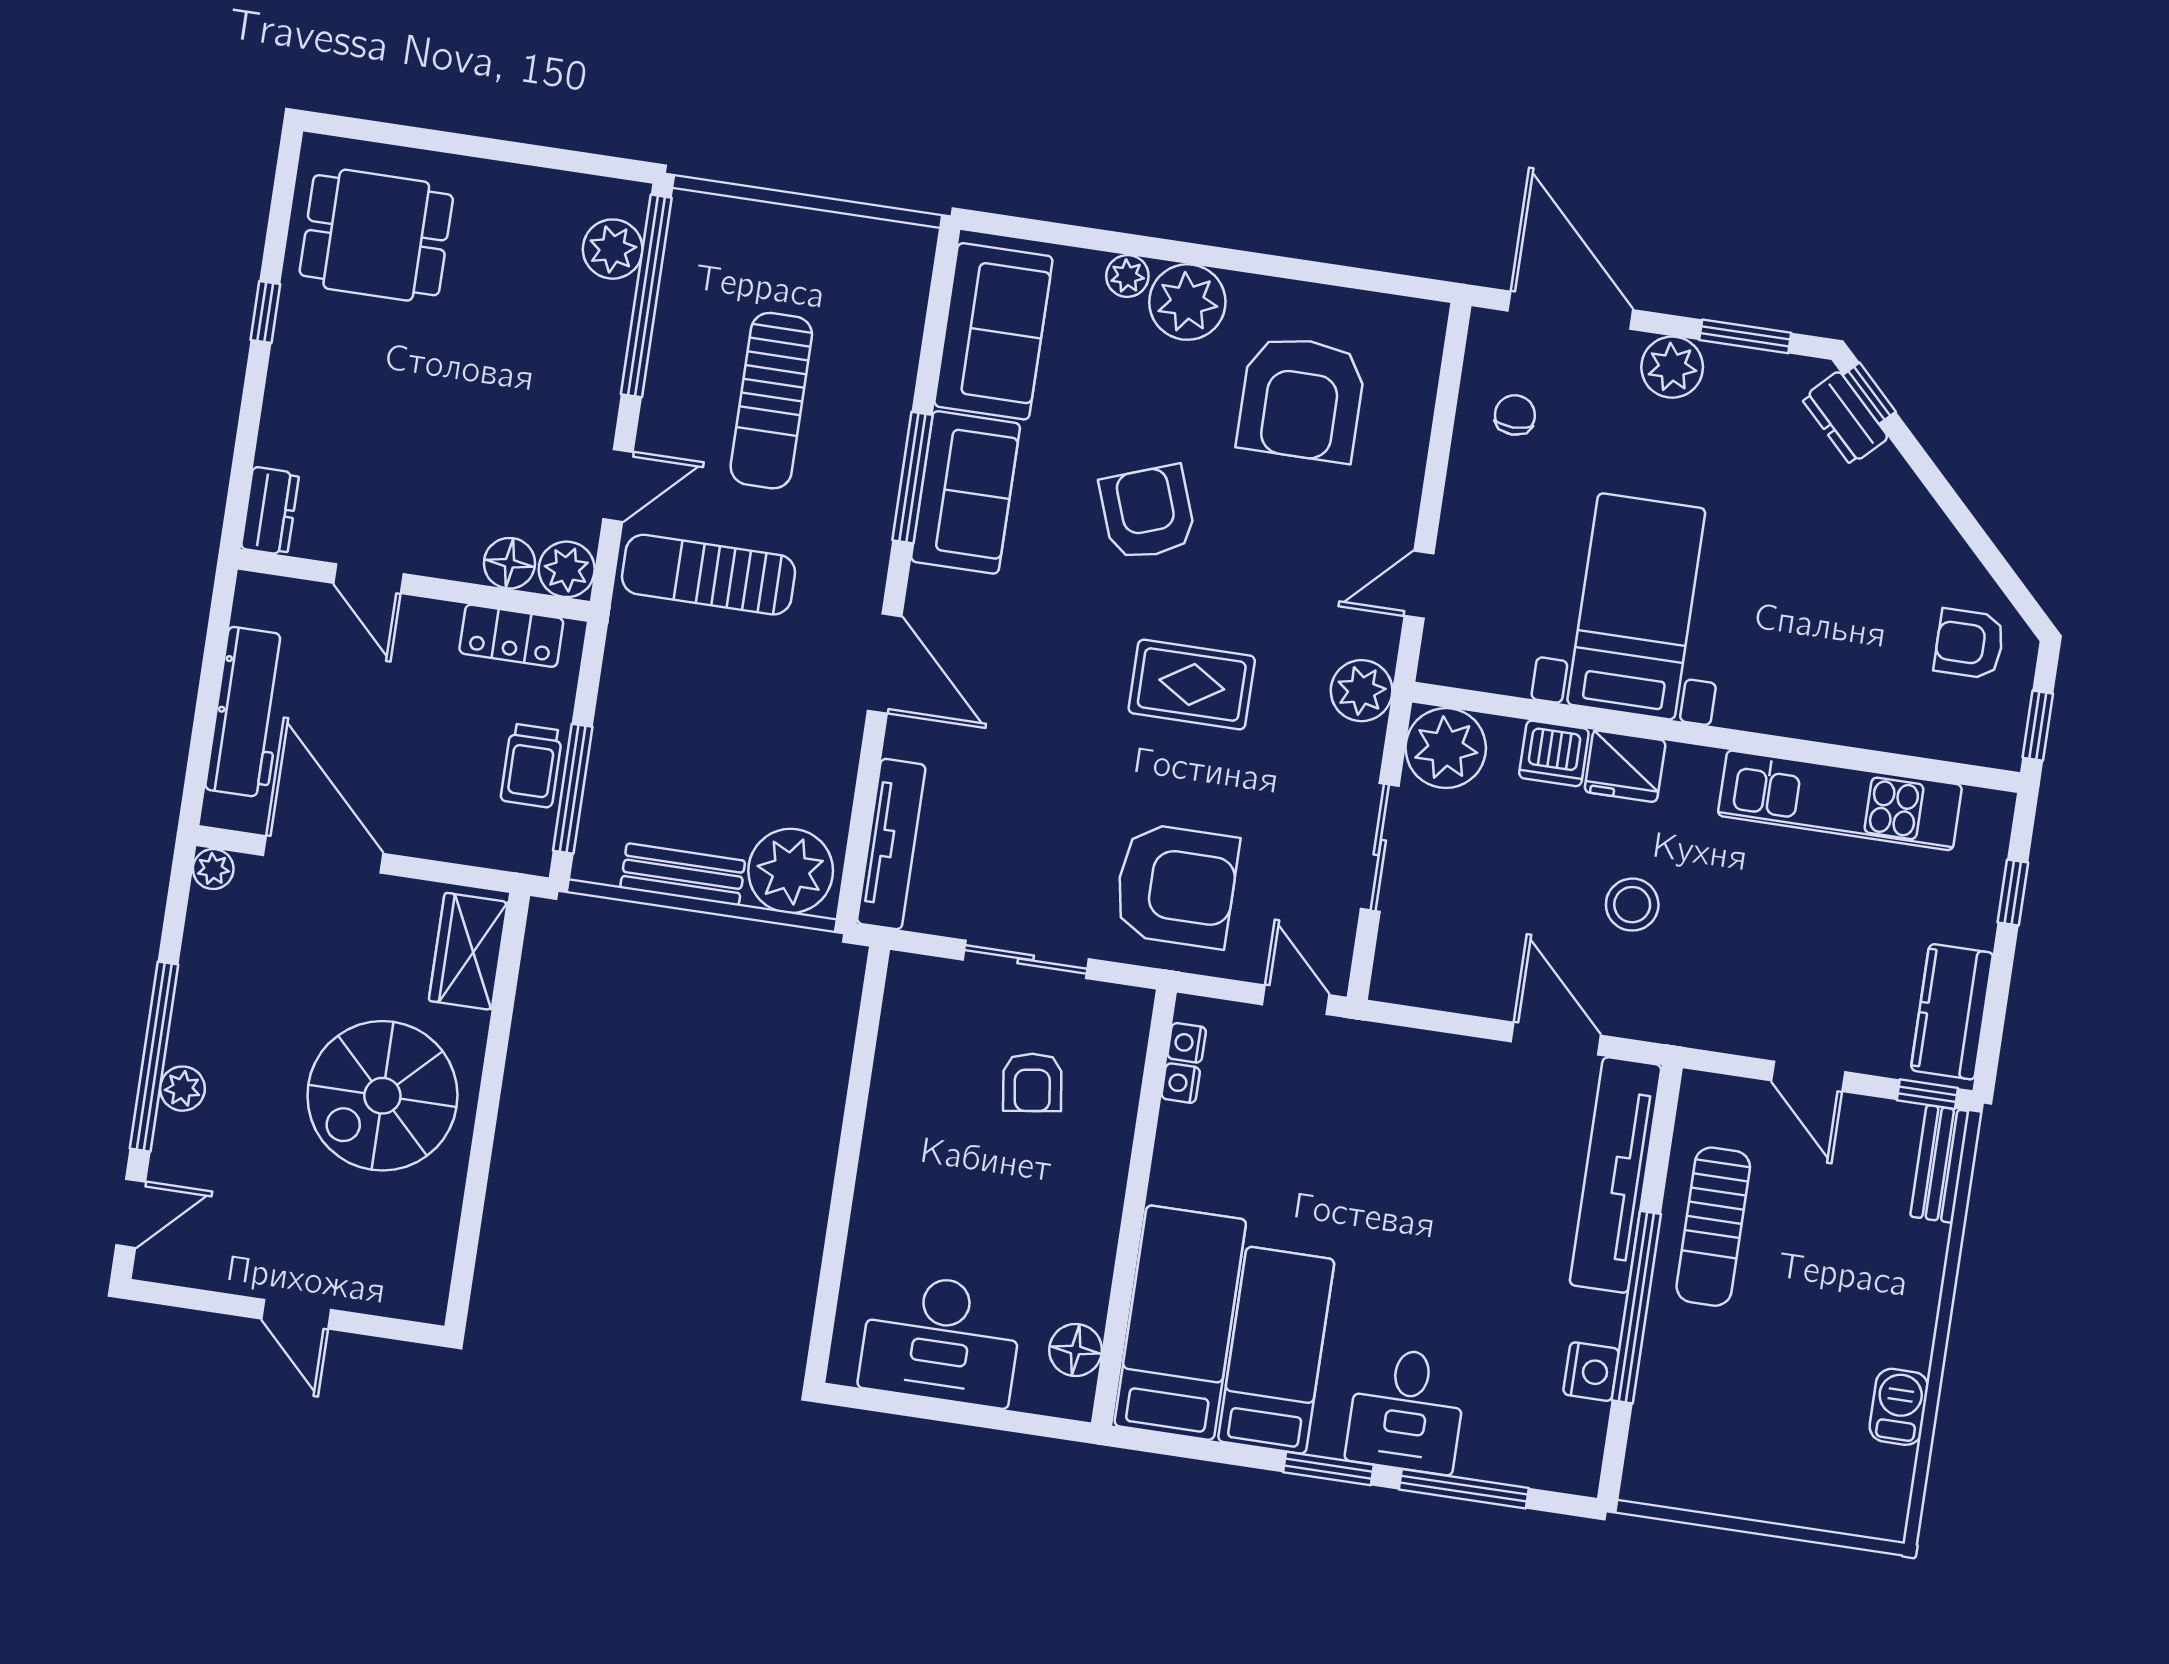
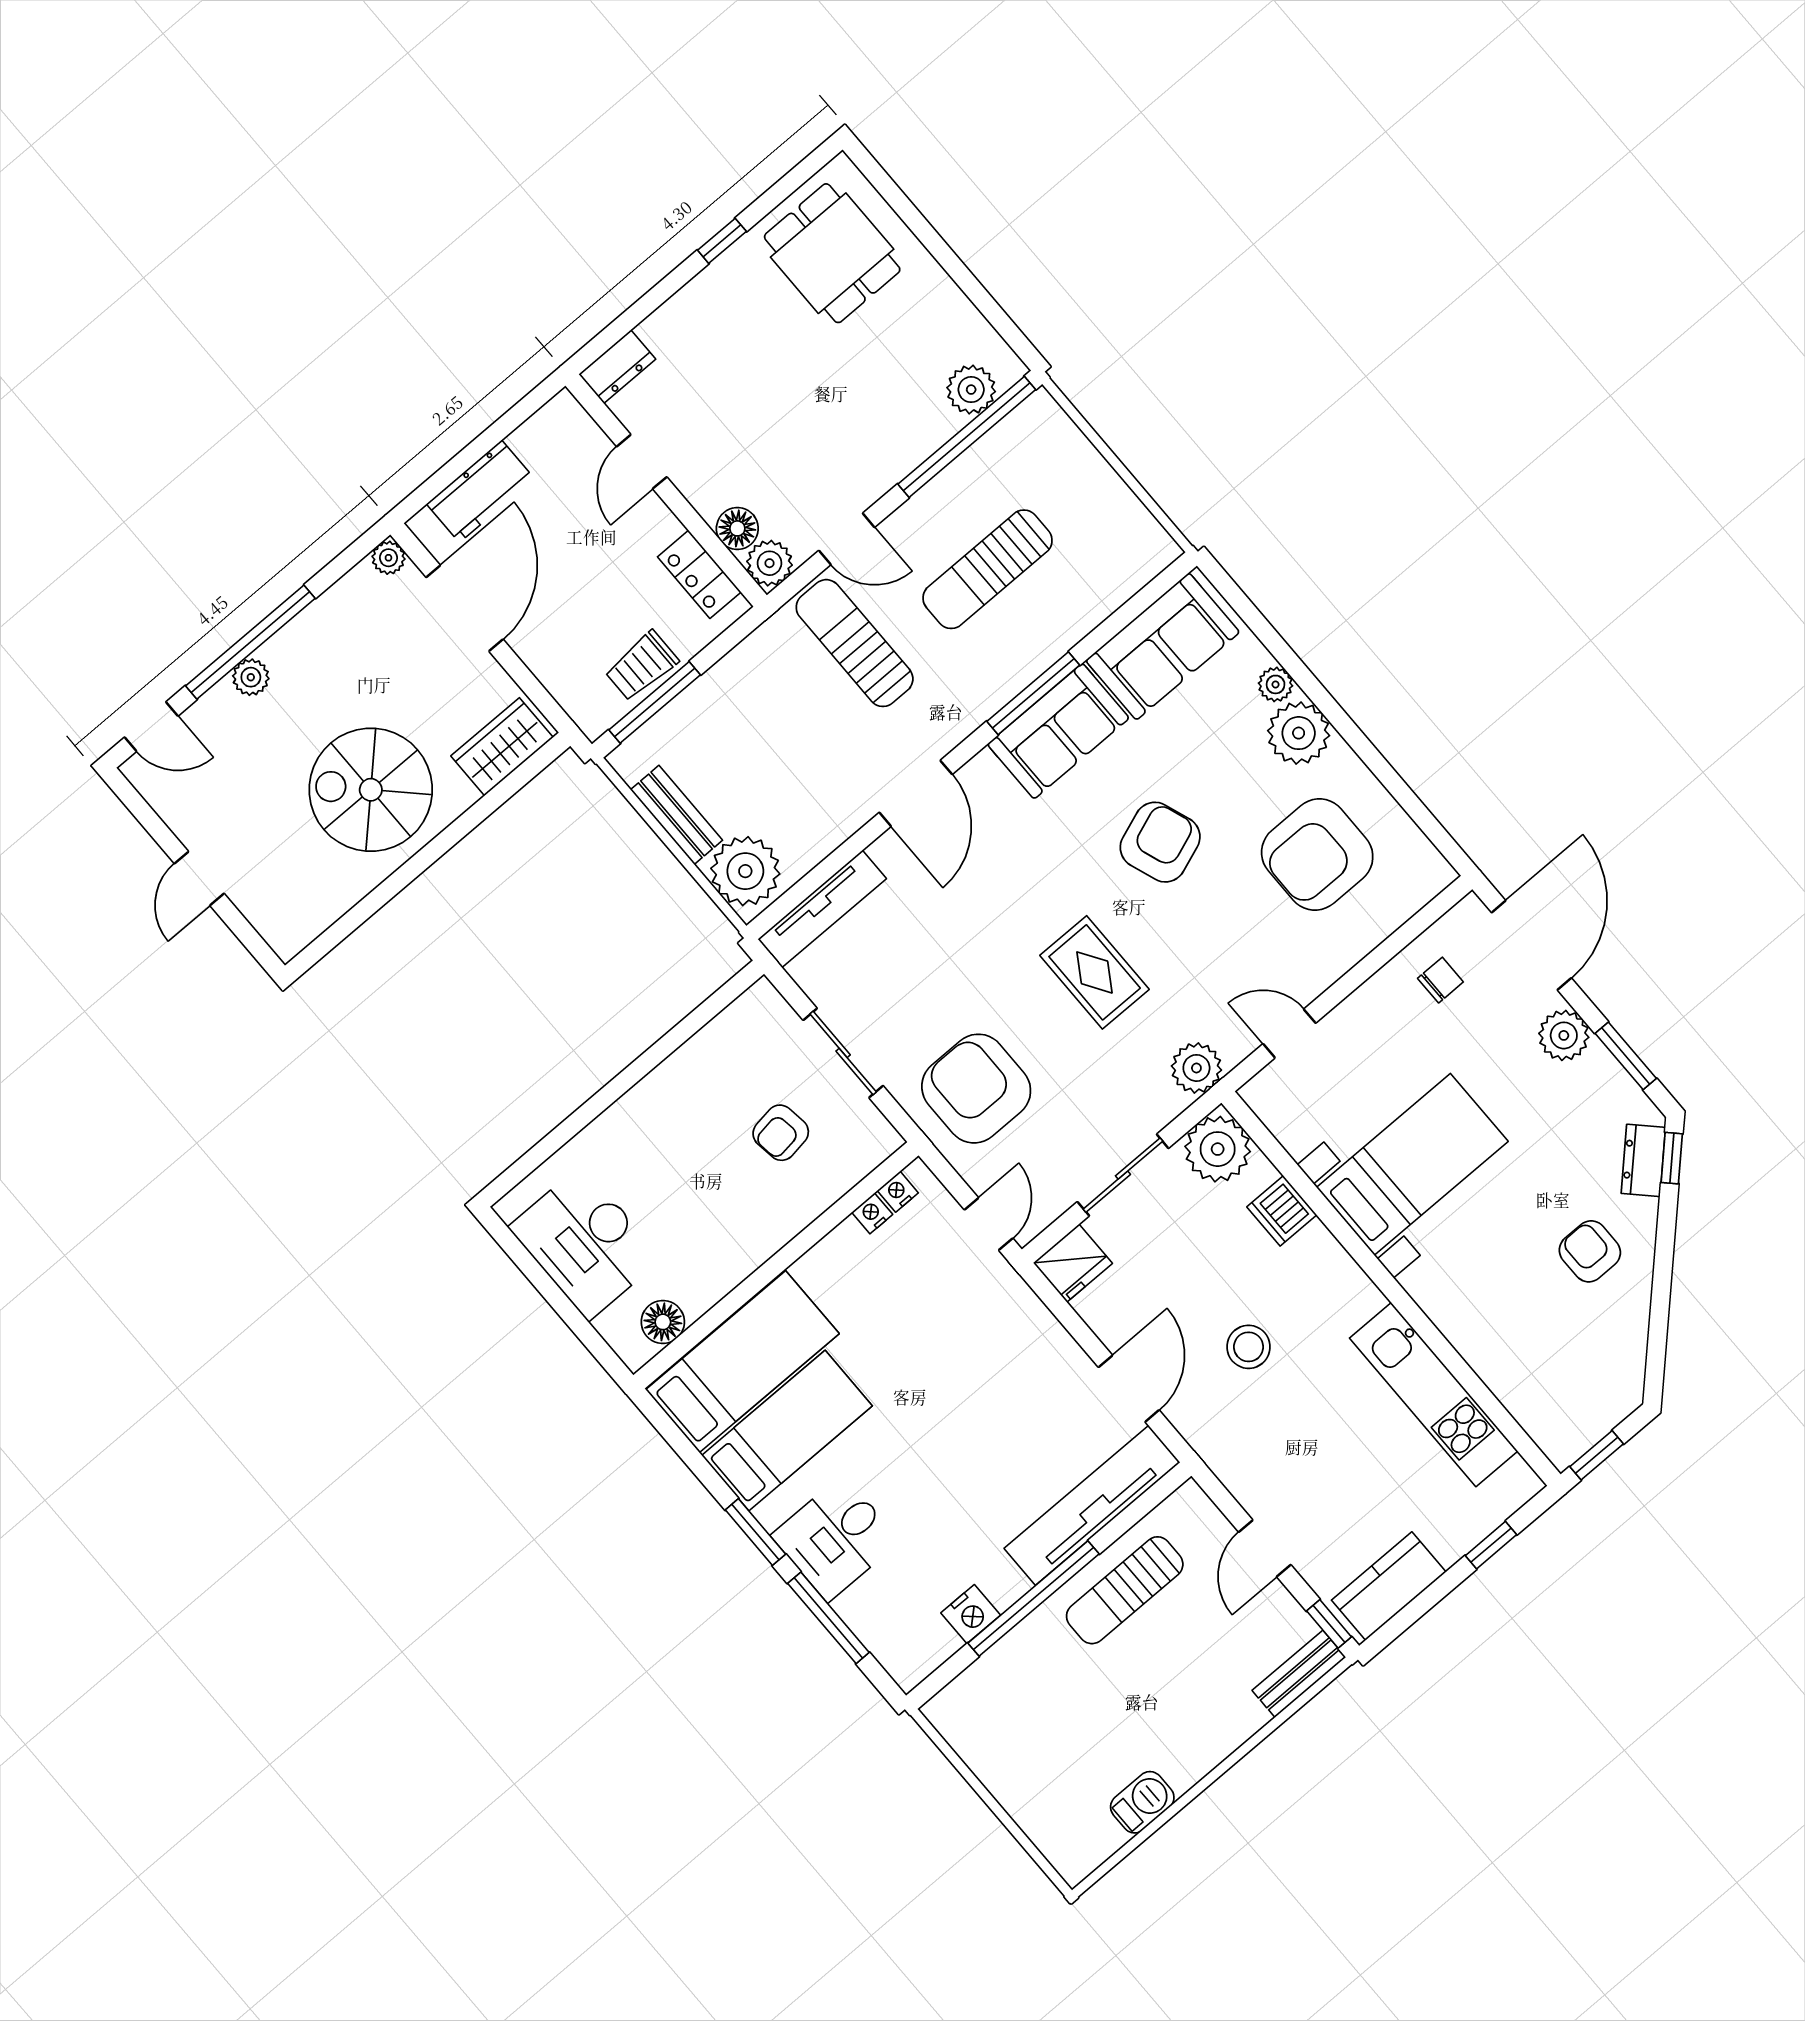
armchair: (1969, 644) -> (1590, 1251), moved
workbench: (248, 712) -> (480, 491), width x0.73
fridge: (1625, 766) -> (1073, 1263), moved, turned -90
armchair: (1176, 886) -> (976, 1089), turned 180

